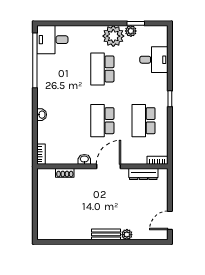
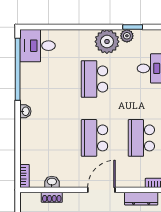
washbasin: (42, 115) -> (25, 111), moved
washbasin: (84, 159) -> (52, 182), moved

